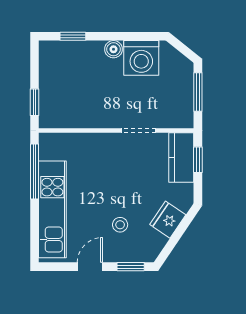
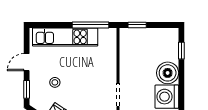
boiler: (113, 49) -> (168, 73), width x1.86, depth x1.86
door: (90, 267) -> (27, 62), swing flipped

